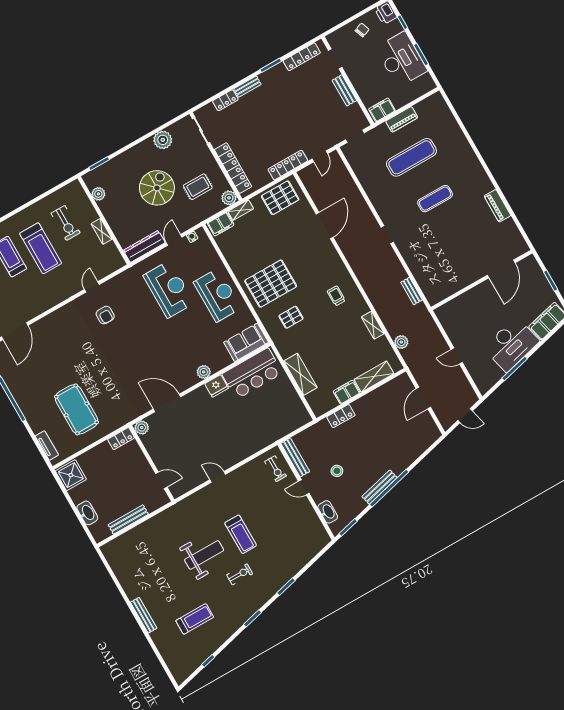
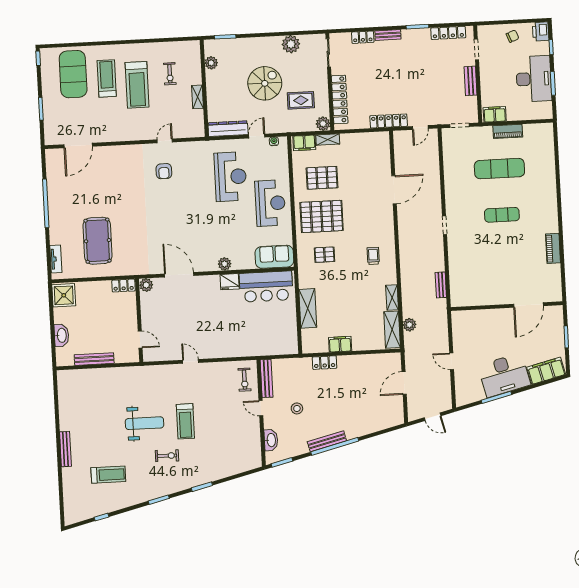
pallet: (280, 198) -> (322, 178), moved
exercise bike: (66, 223) -> (170, 74), width x0.73, depth x0.72
shelving: (374, 377) -> (392, 330), moved, turned 90

